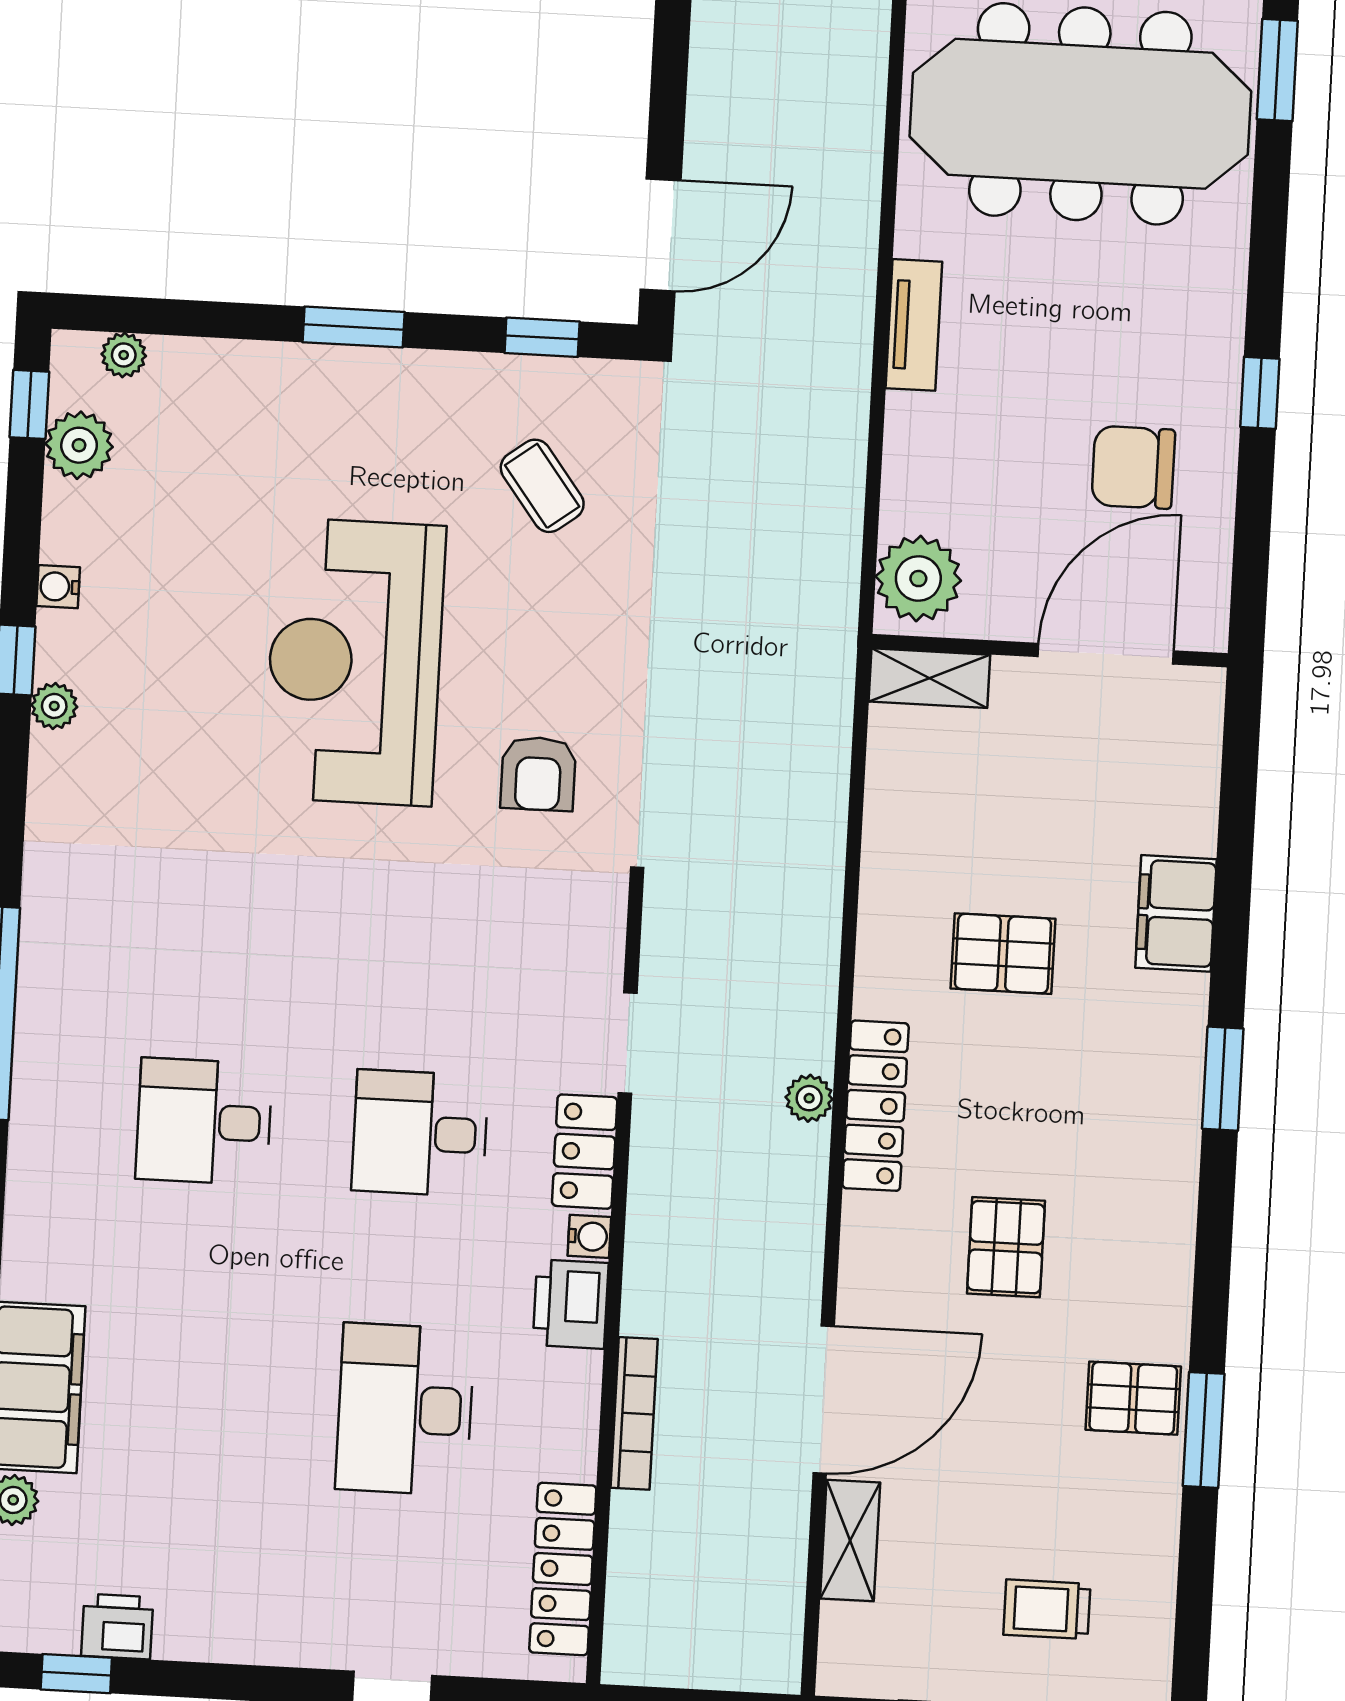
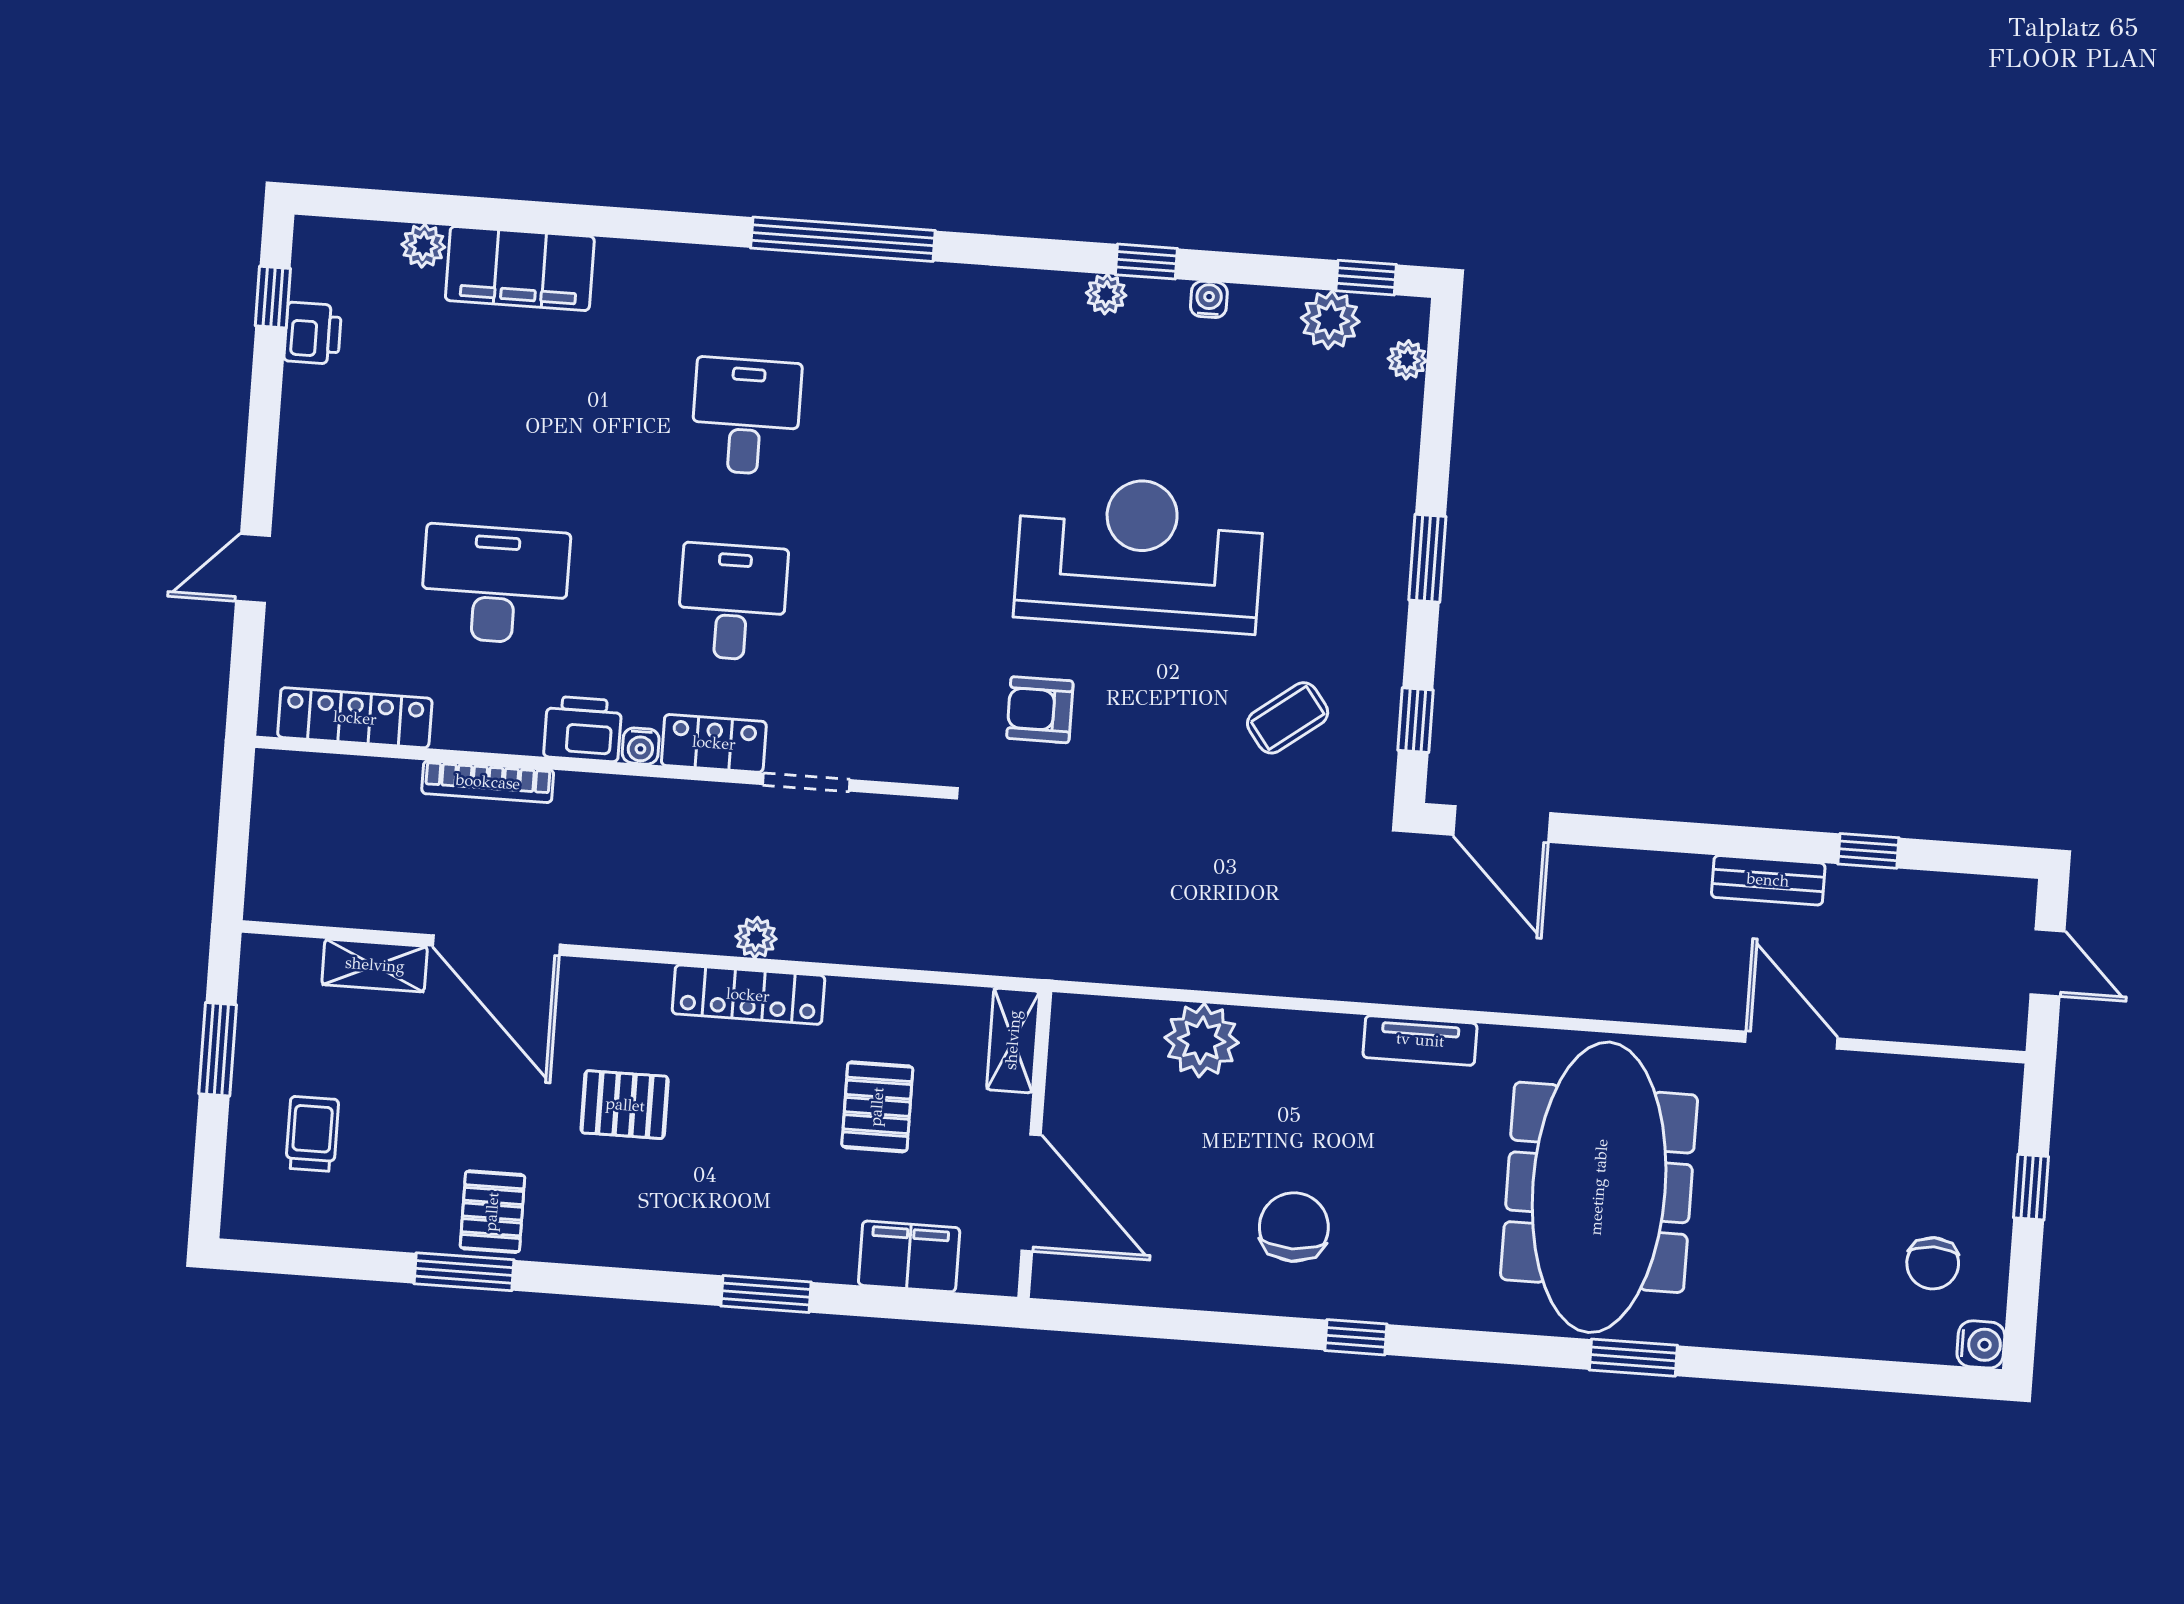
wall: (1050, 651) -> (1035, 1145), moved
door: (1106, 654) -> (1031, 1193), moved
shelving: (929, 678) -> (1013, 1040), moved

